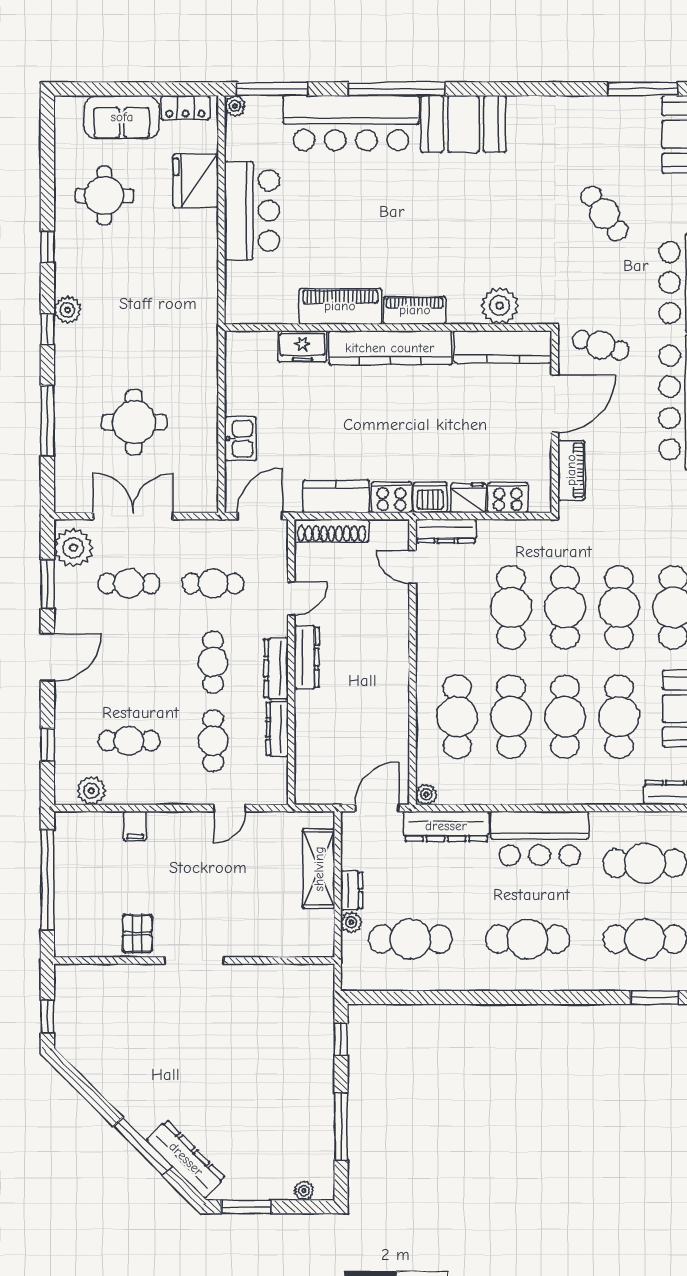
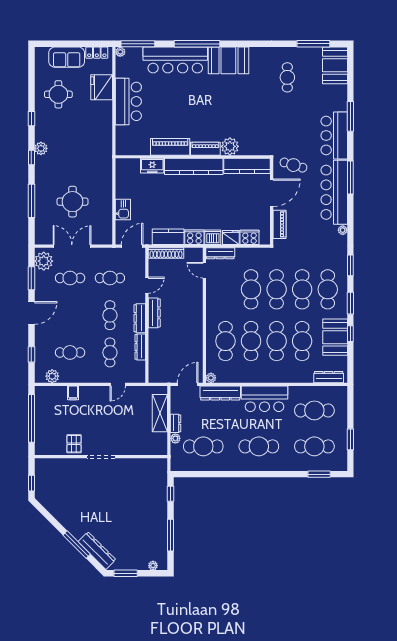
cafe table: (604, 213) -> (287, 77), moved, turned 37
plant: (500, 306) -> (230, 146), moved

